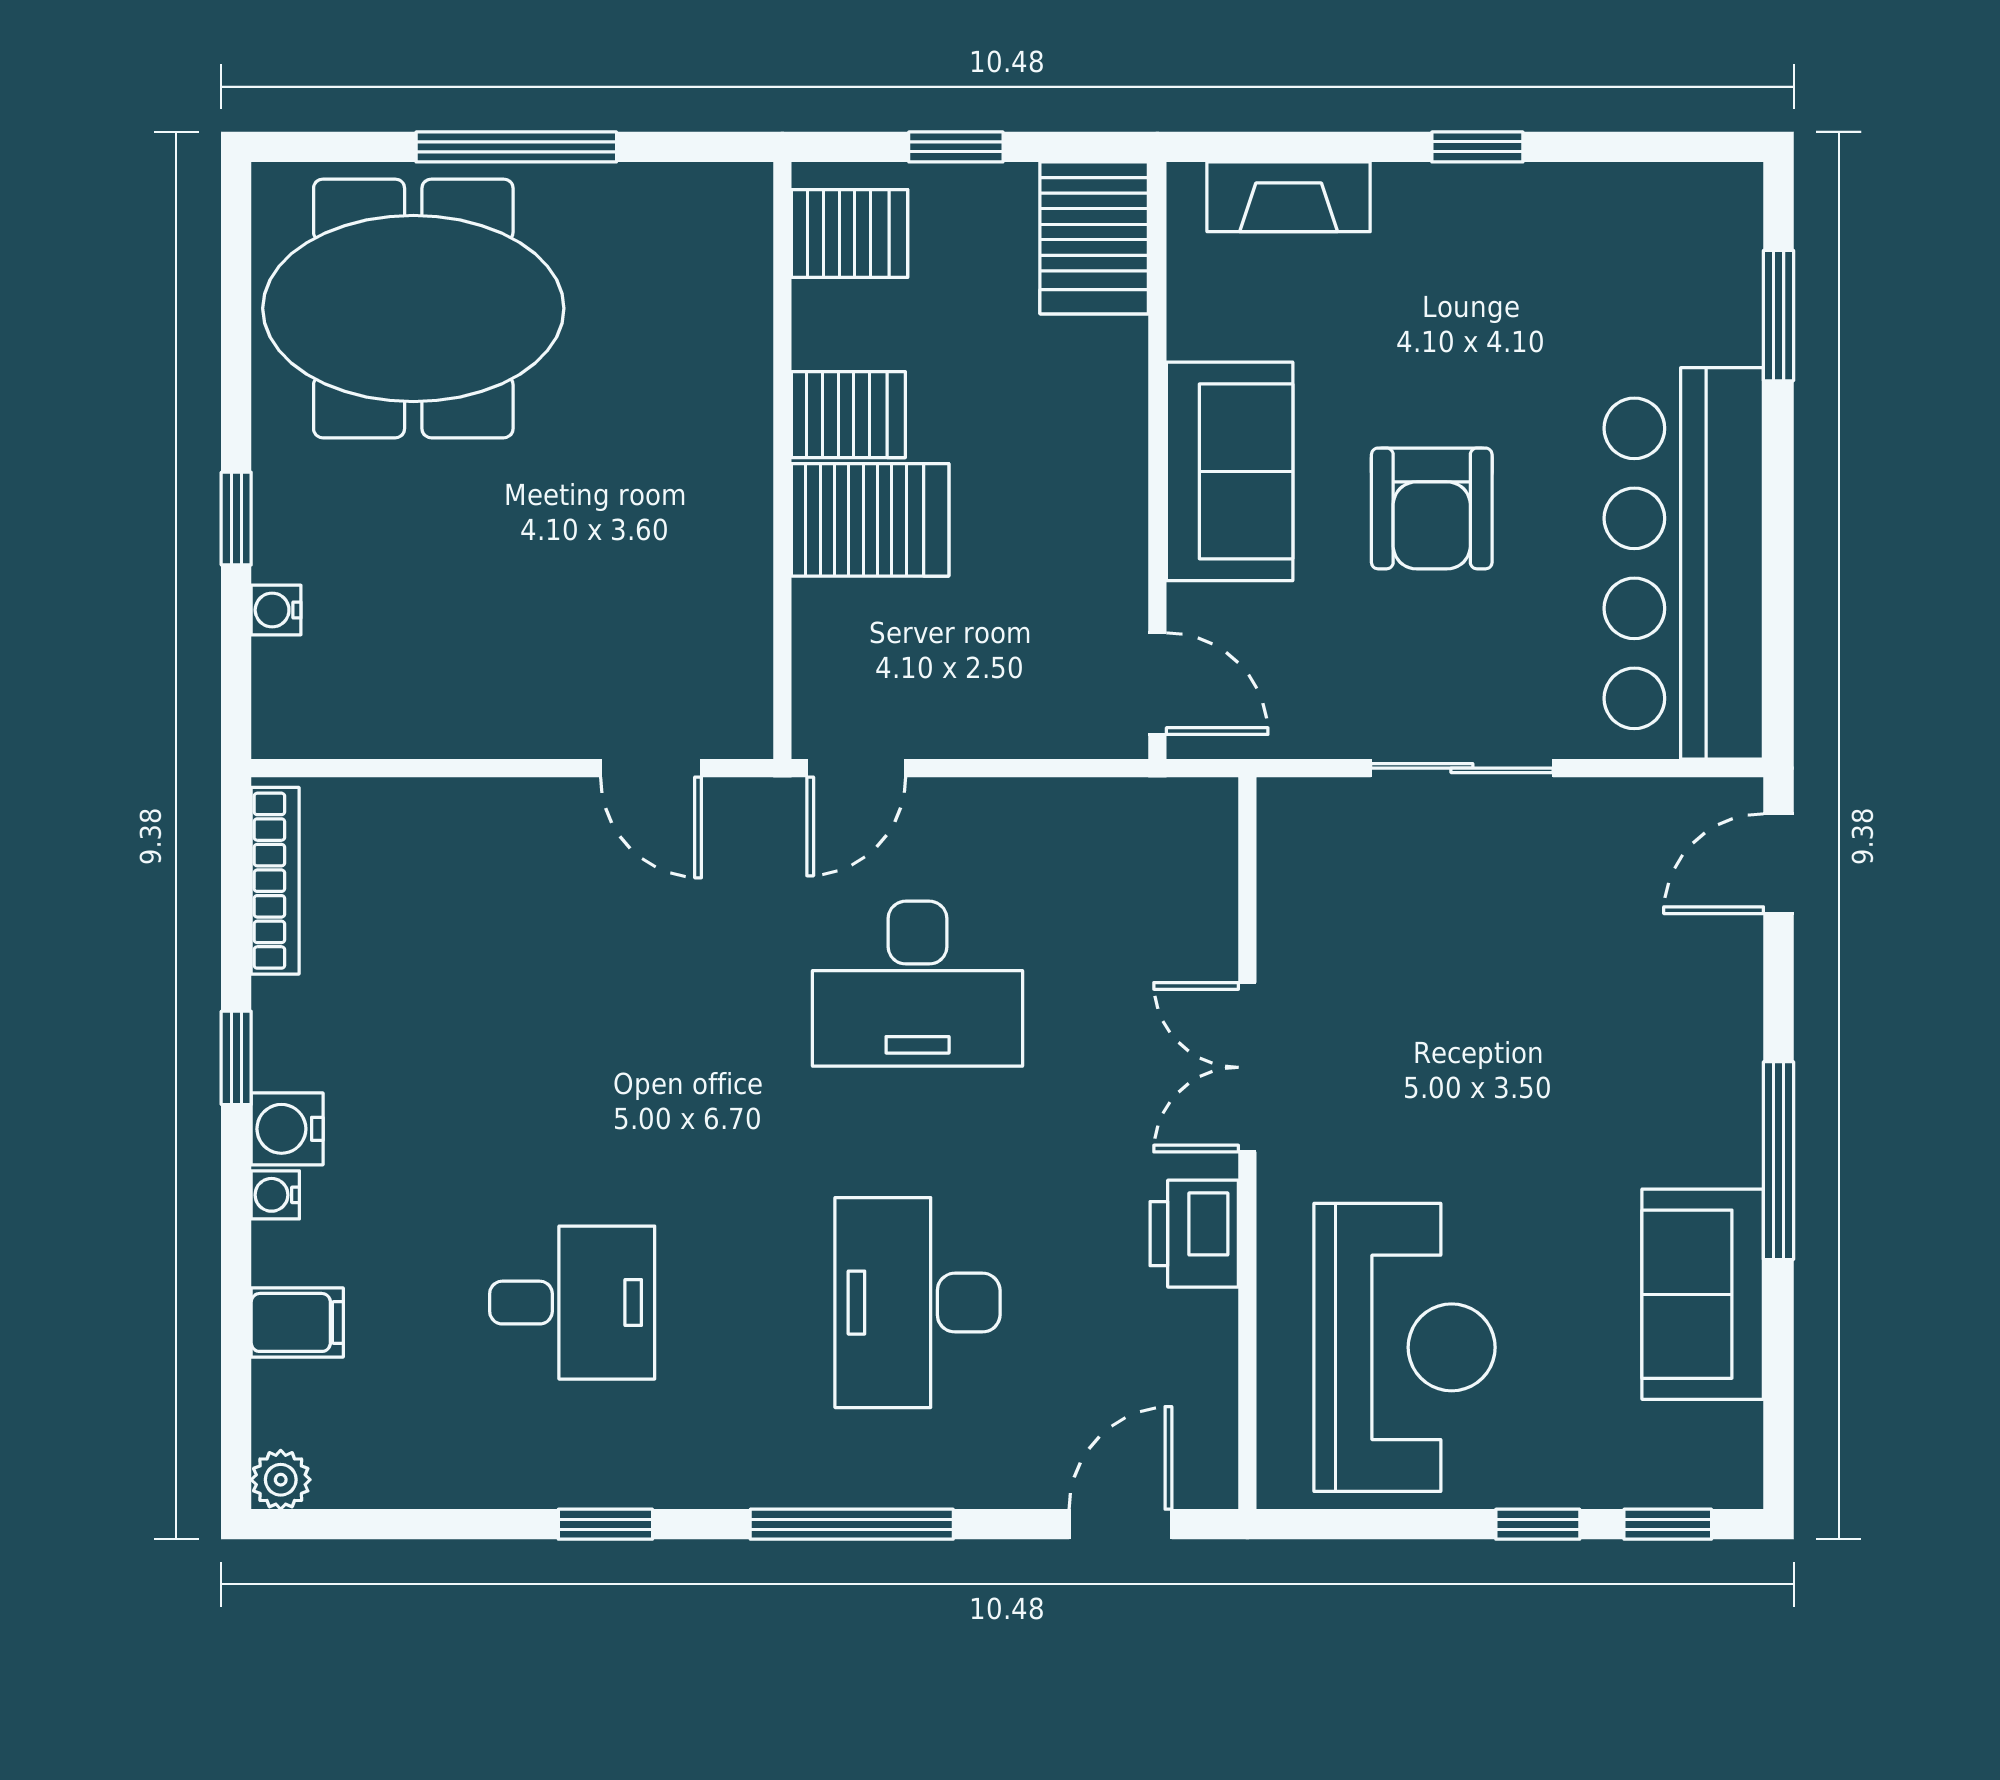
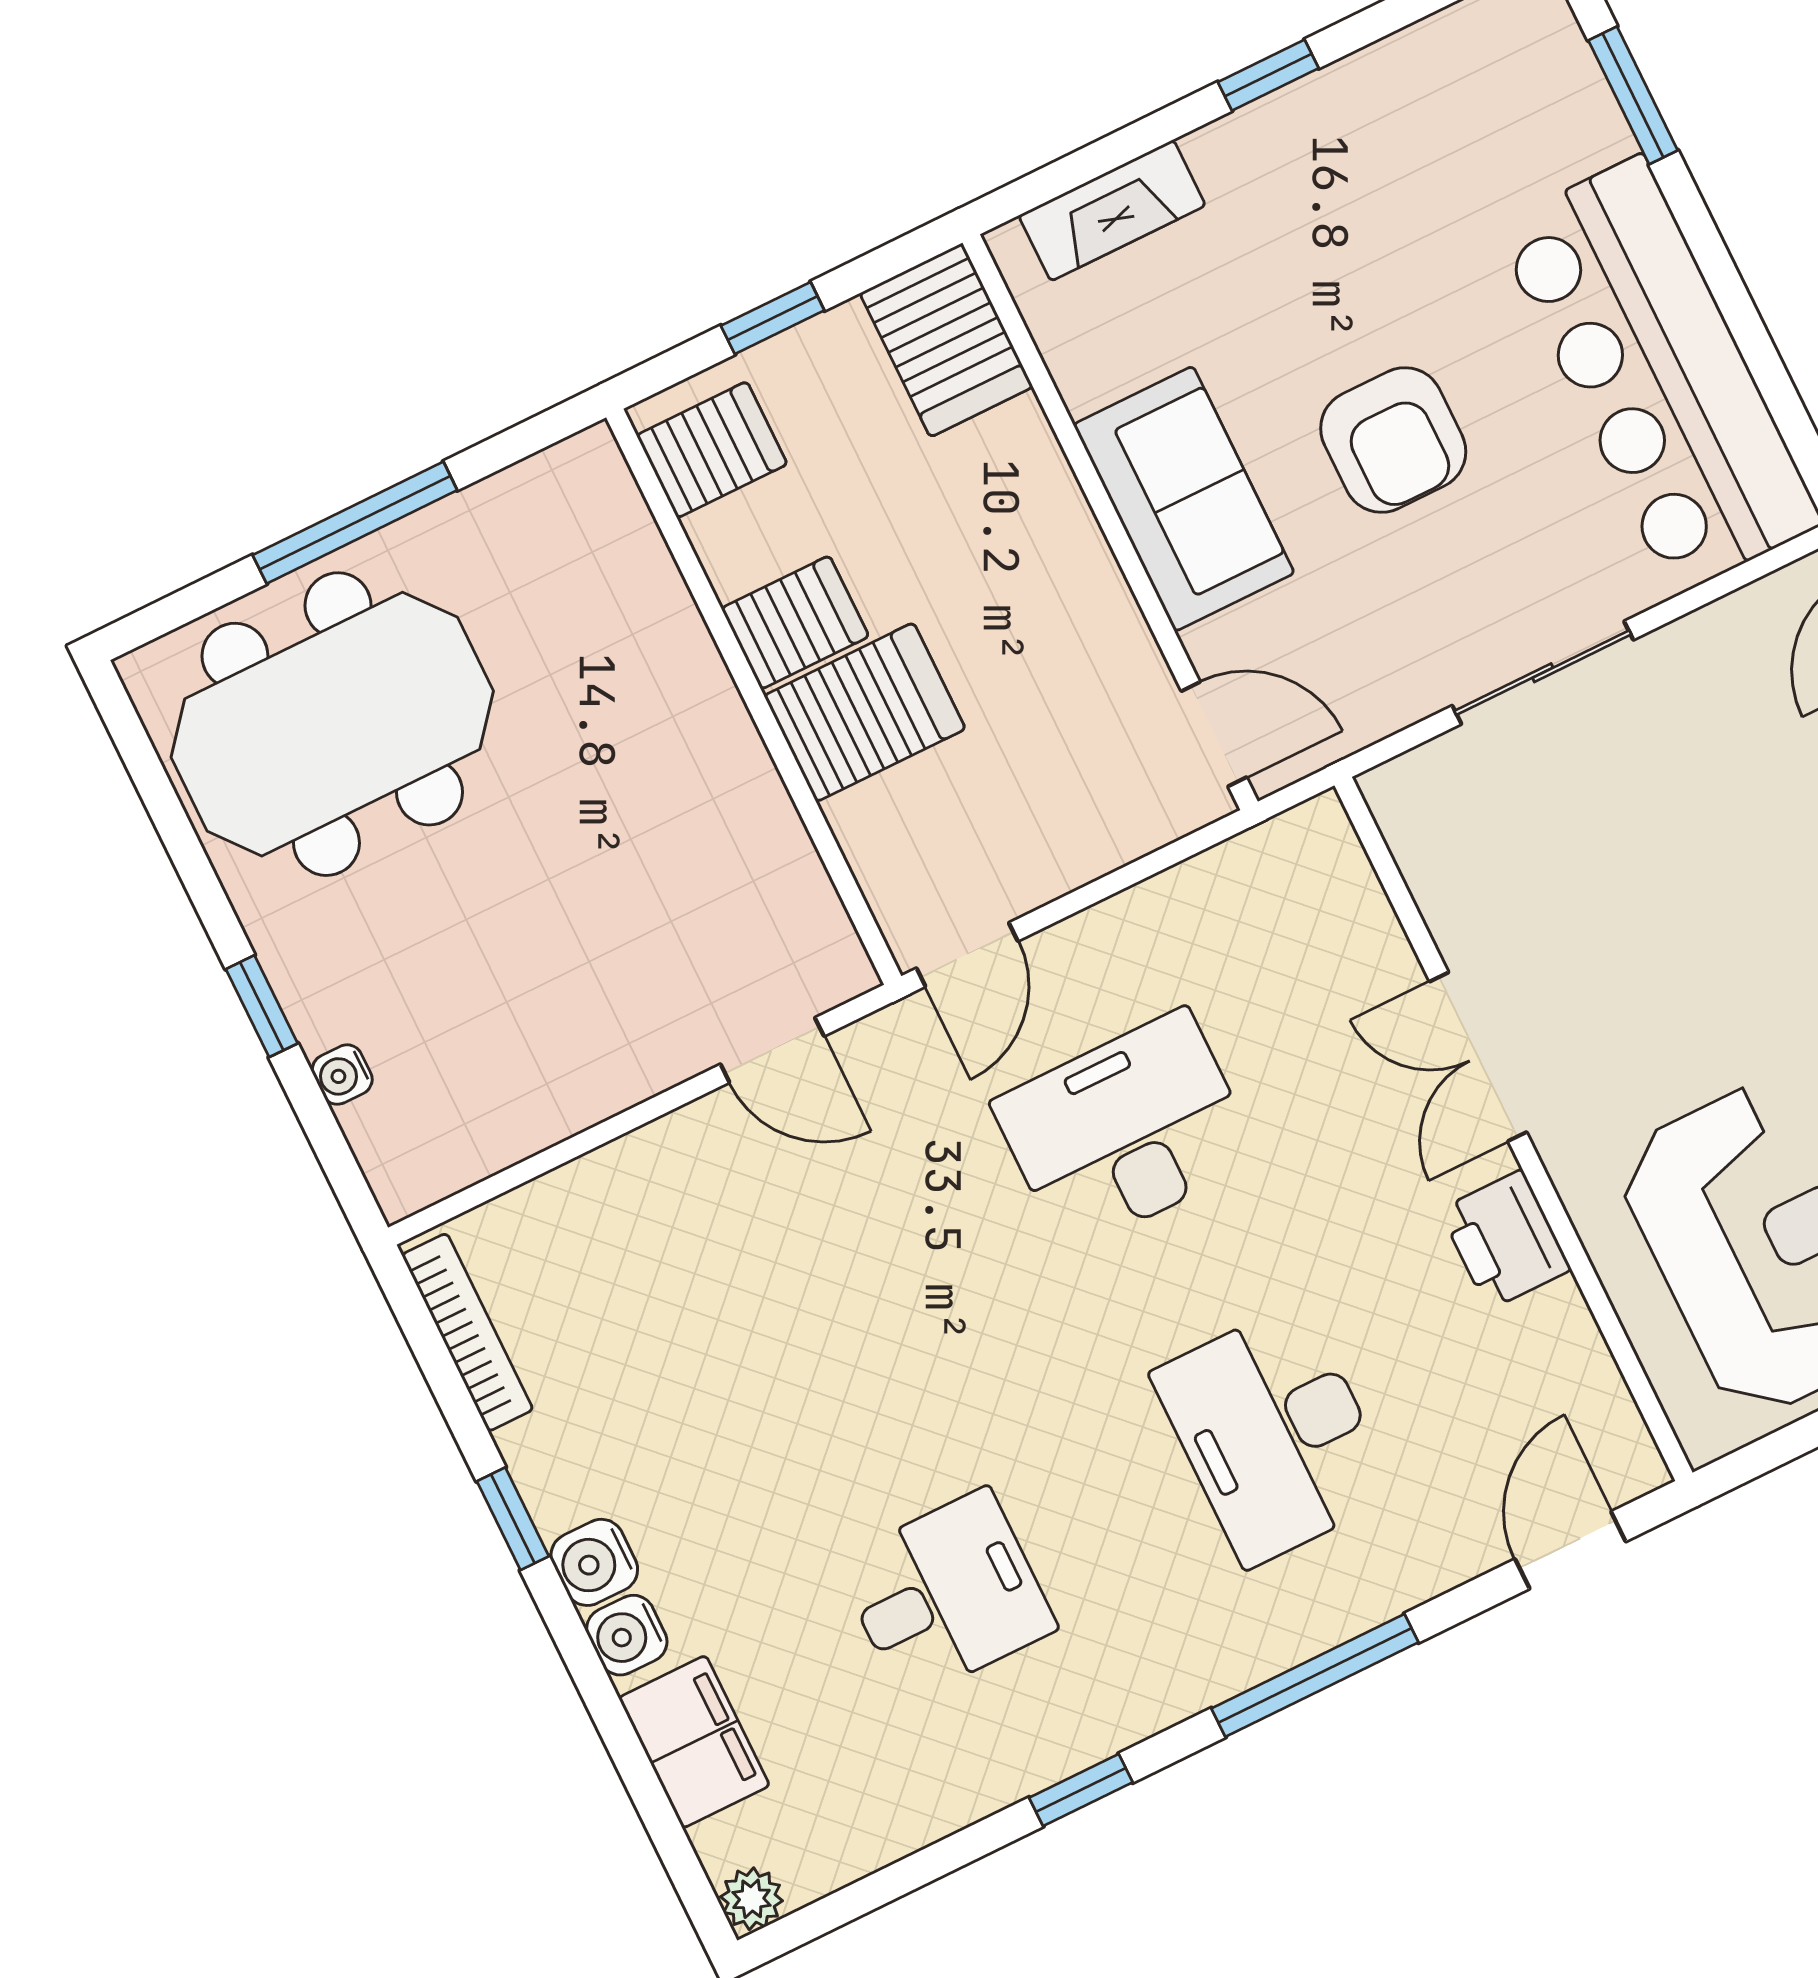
desk: (918, 984) -> (1126, 1131), turned 180
water cooler: (275, 1195) -> (627, 1635), width x1.38, depth x1.38
filing cabinet: (297, 1322) -> (694, 1742), width x2.00

